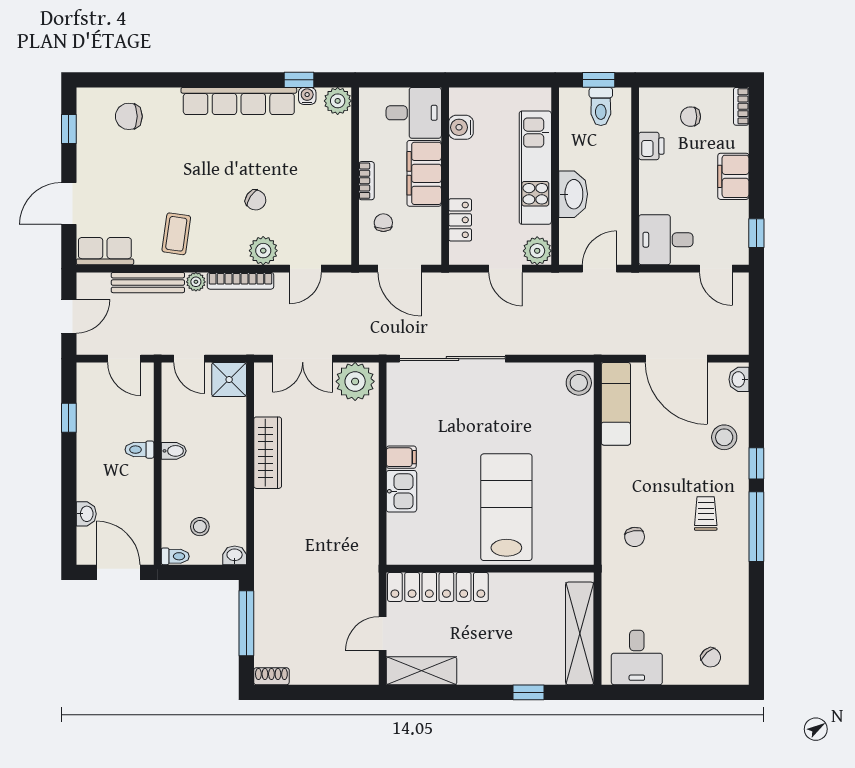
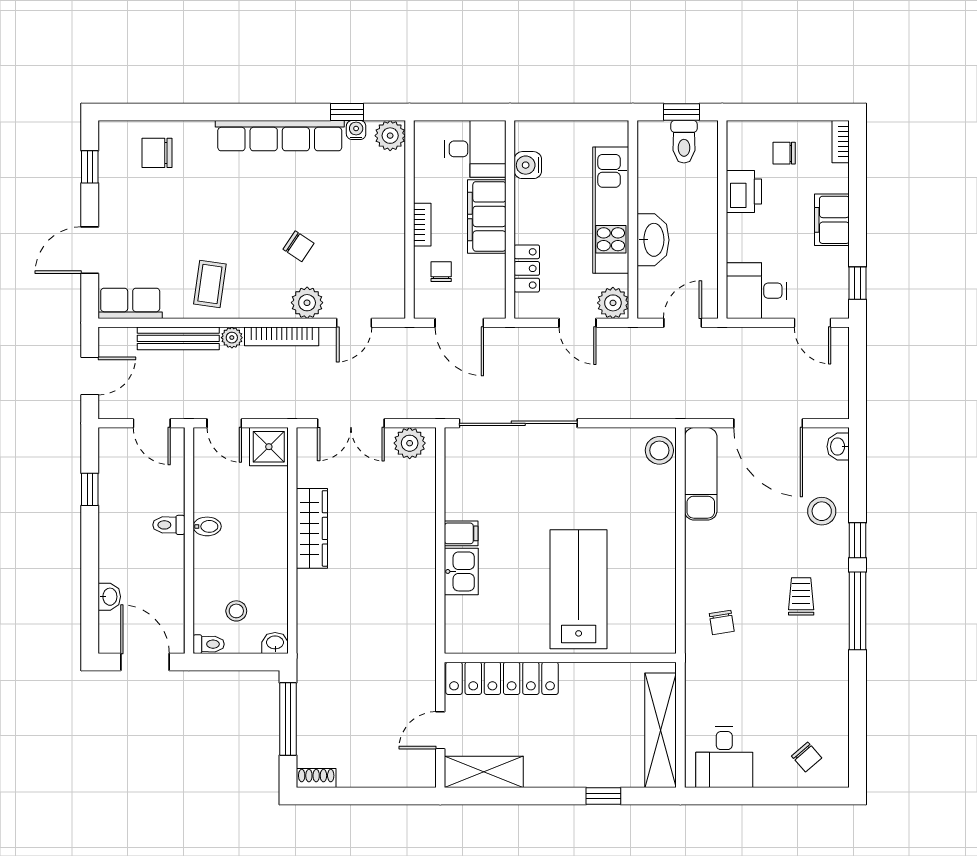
printer: (651, 146) -> (744, 192), width x1.36, depth x1.24
plant: (355, 381) -> (410, 443), width x0.73, depth x0.73

